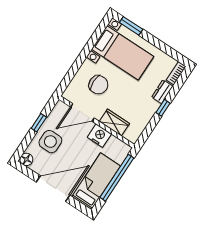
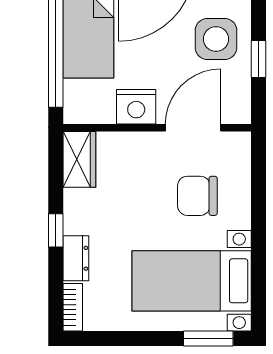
wardrobe: (114, 123) -> (79, 159), moved, turned -90

